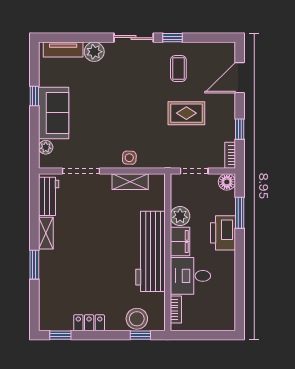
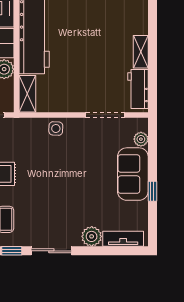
shelving: (130, 182) -> (27, 94), moved, turned 90
window: (34, 265) -> (152, 20), removed

